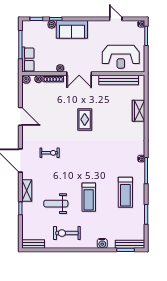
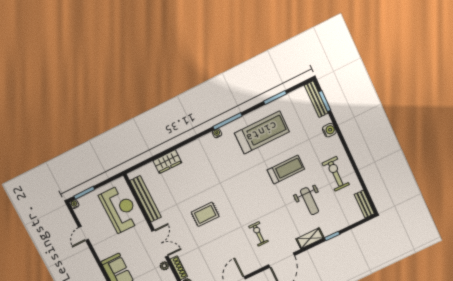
treadmill: (125, 192) -> (262, 132), width x1.37, depth x1.37
exercise bike: (67, 233) -> (336, 174), turned 180

